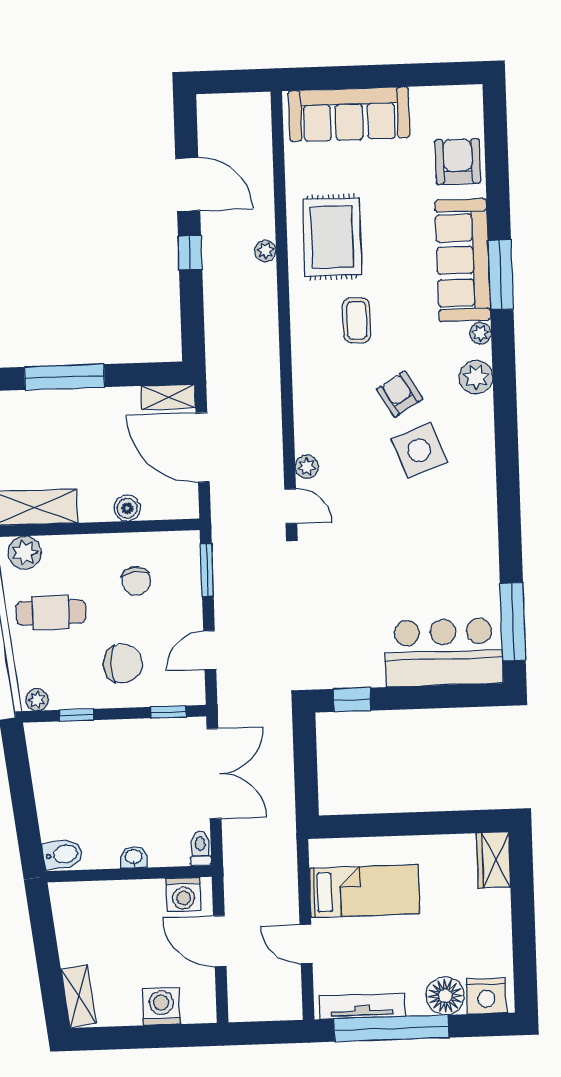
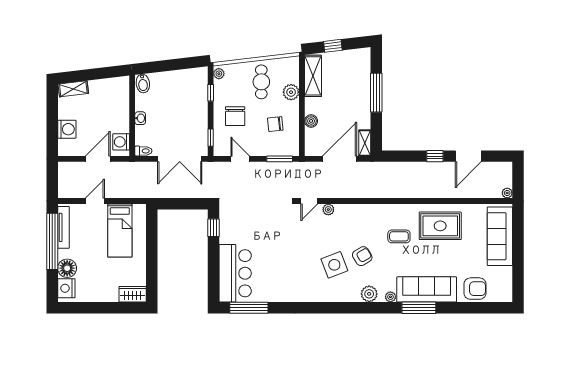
plant: (265, 251) -> (507, 193), moved
plant: (25, 553) -> (291, 92), moved

